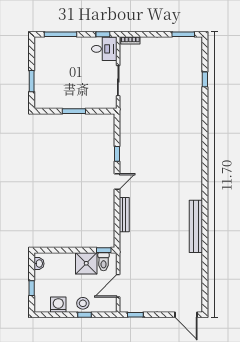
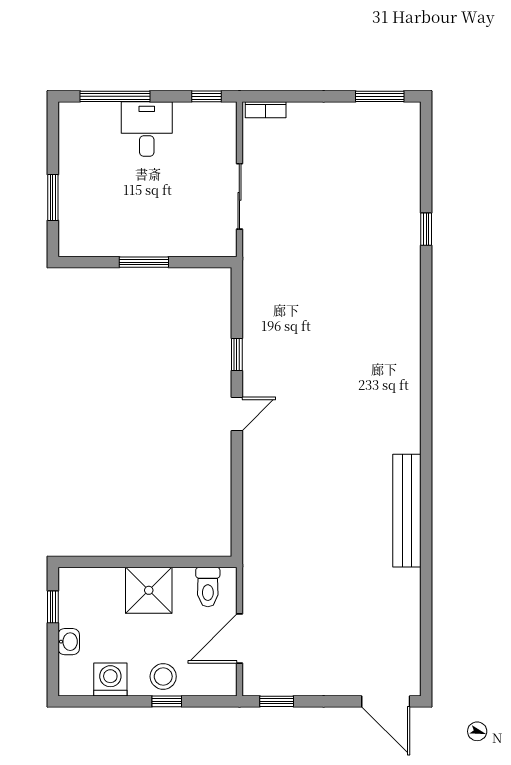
desk: (104, 49) -> (147, 129), moved, turned -90
window: (205, 79) -> (426, 229), moved
bench: (124, 215) -> (252, 485), removed
window: (104, 250) -> (208, 562), removed
shower: (86, 263) -> (149, 590), moved
washbasin: (39, 264) -> (69, 642), moved
window: (32, 288) -> (53, 607), moved

